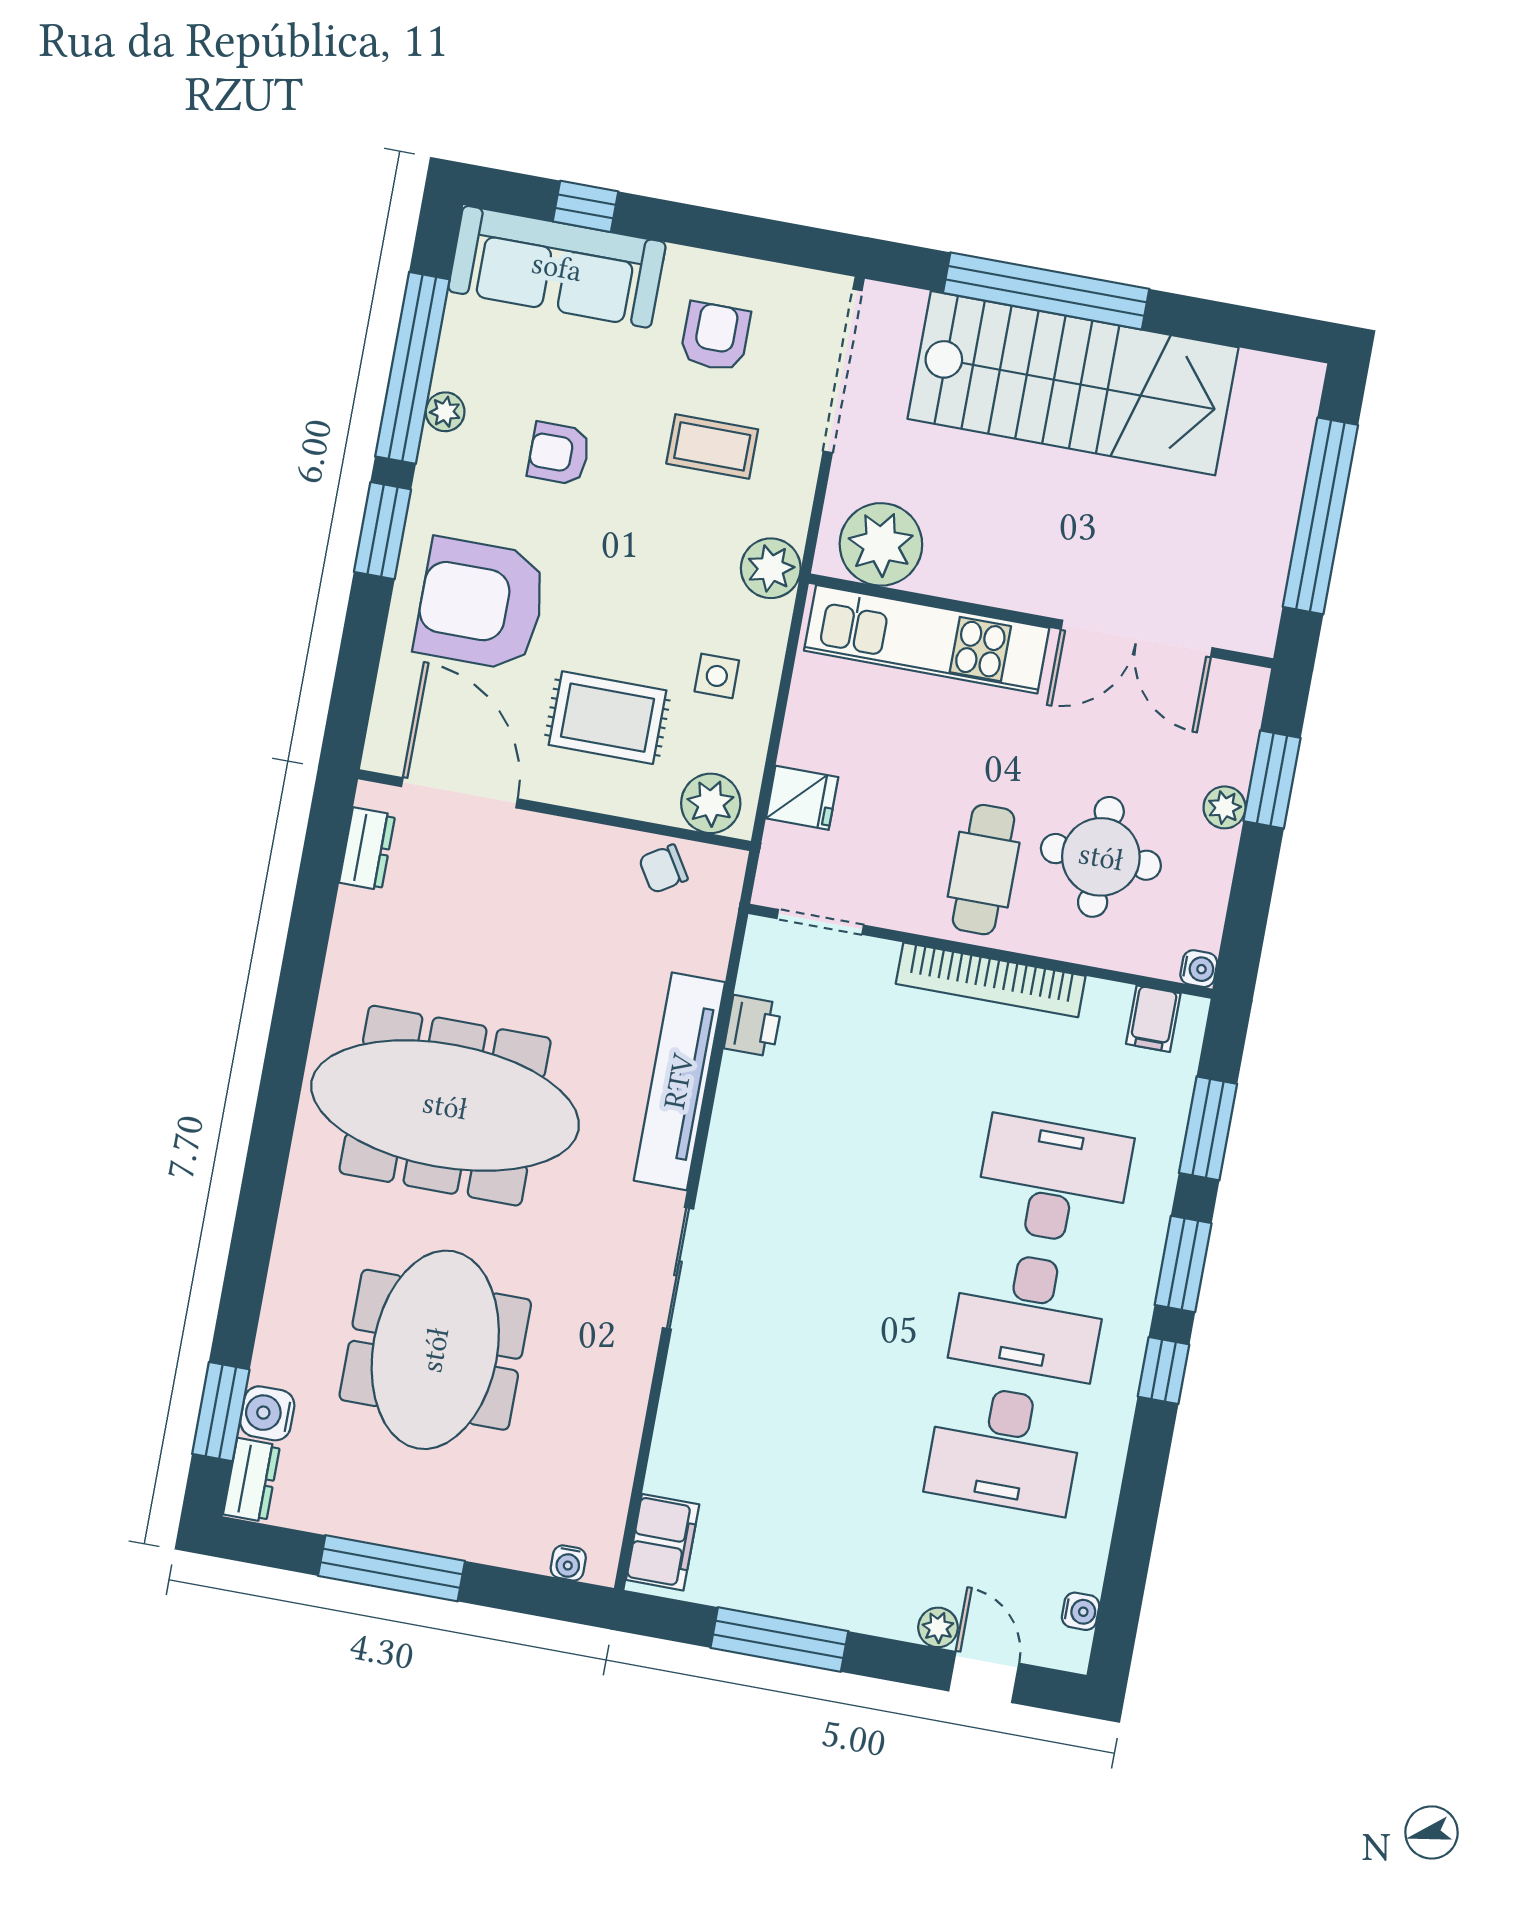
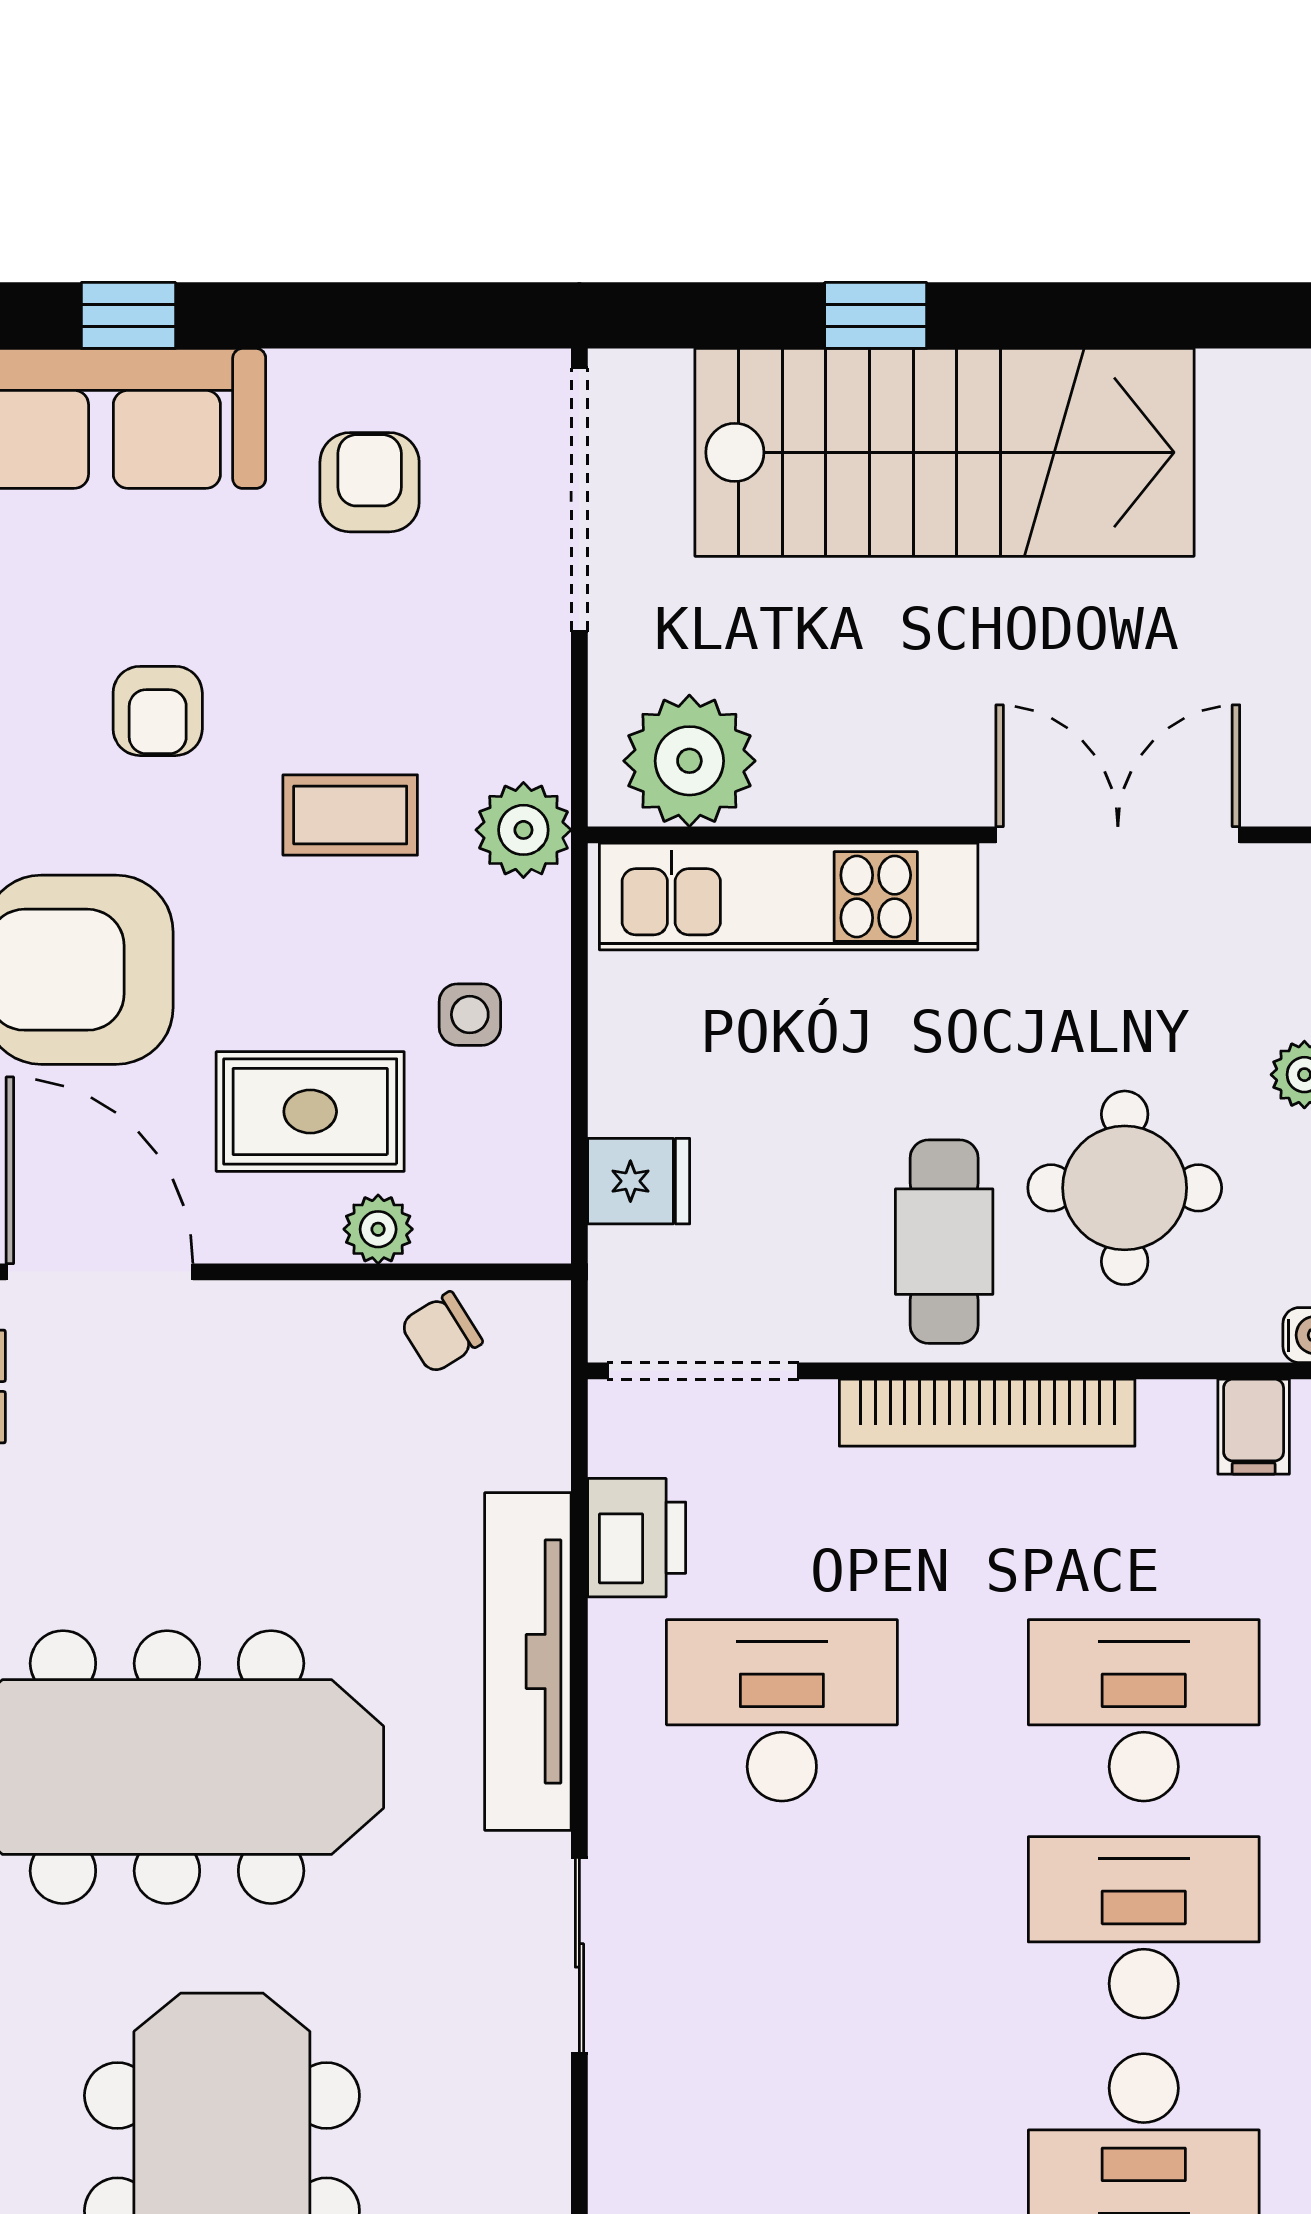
window: (1046, 291) -> (876, 315), width x0.32
coffee table: (712, 446) -> (350, 815), moved
armchair: (559, 454) -> (158, 711), turned -90
double door: (1137, 639) -> (1118, 835), swing flipped
plant: (711, 803) -> (378, 1229), moved, width x0.73, depth x0.73
doorway: (820, 922) -> (703, 1371), width x1.38
printer: (753, 1026) -> (637, 1538), width x1.36, depth x1.24
desk: (830, 1140) -> (782, 1710), added
desk: (1029, 1315) -> (1144, 1927), turned 180

